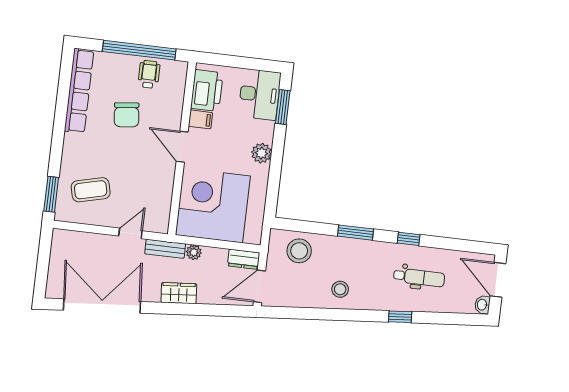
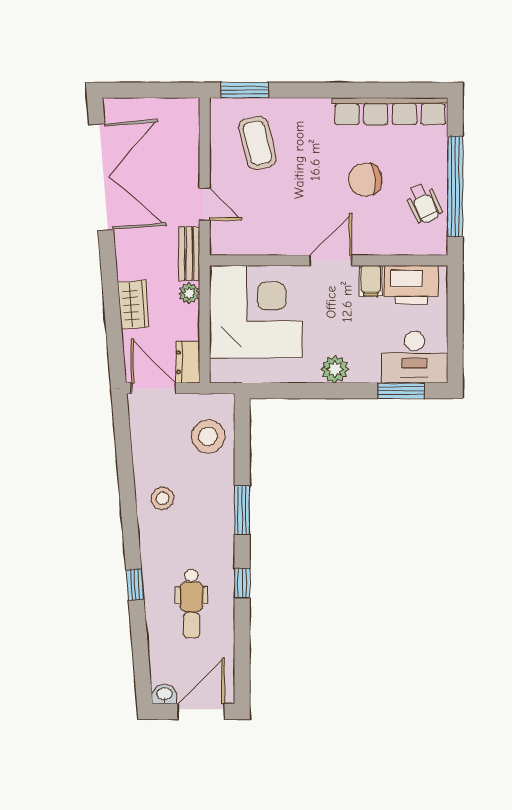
wheelchair: (149, 74) -> (424, 204), turned 66
wardrobe: (179, 293) -> (133, 305), moved

